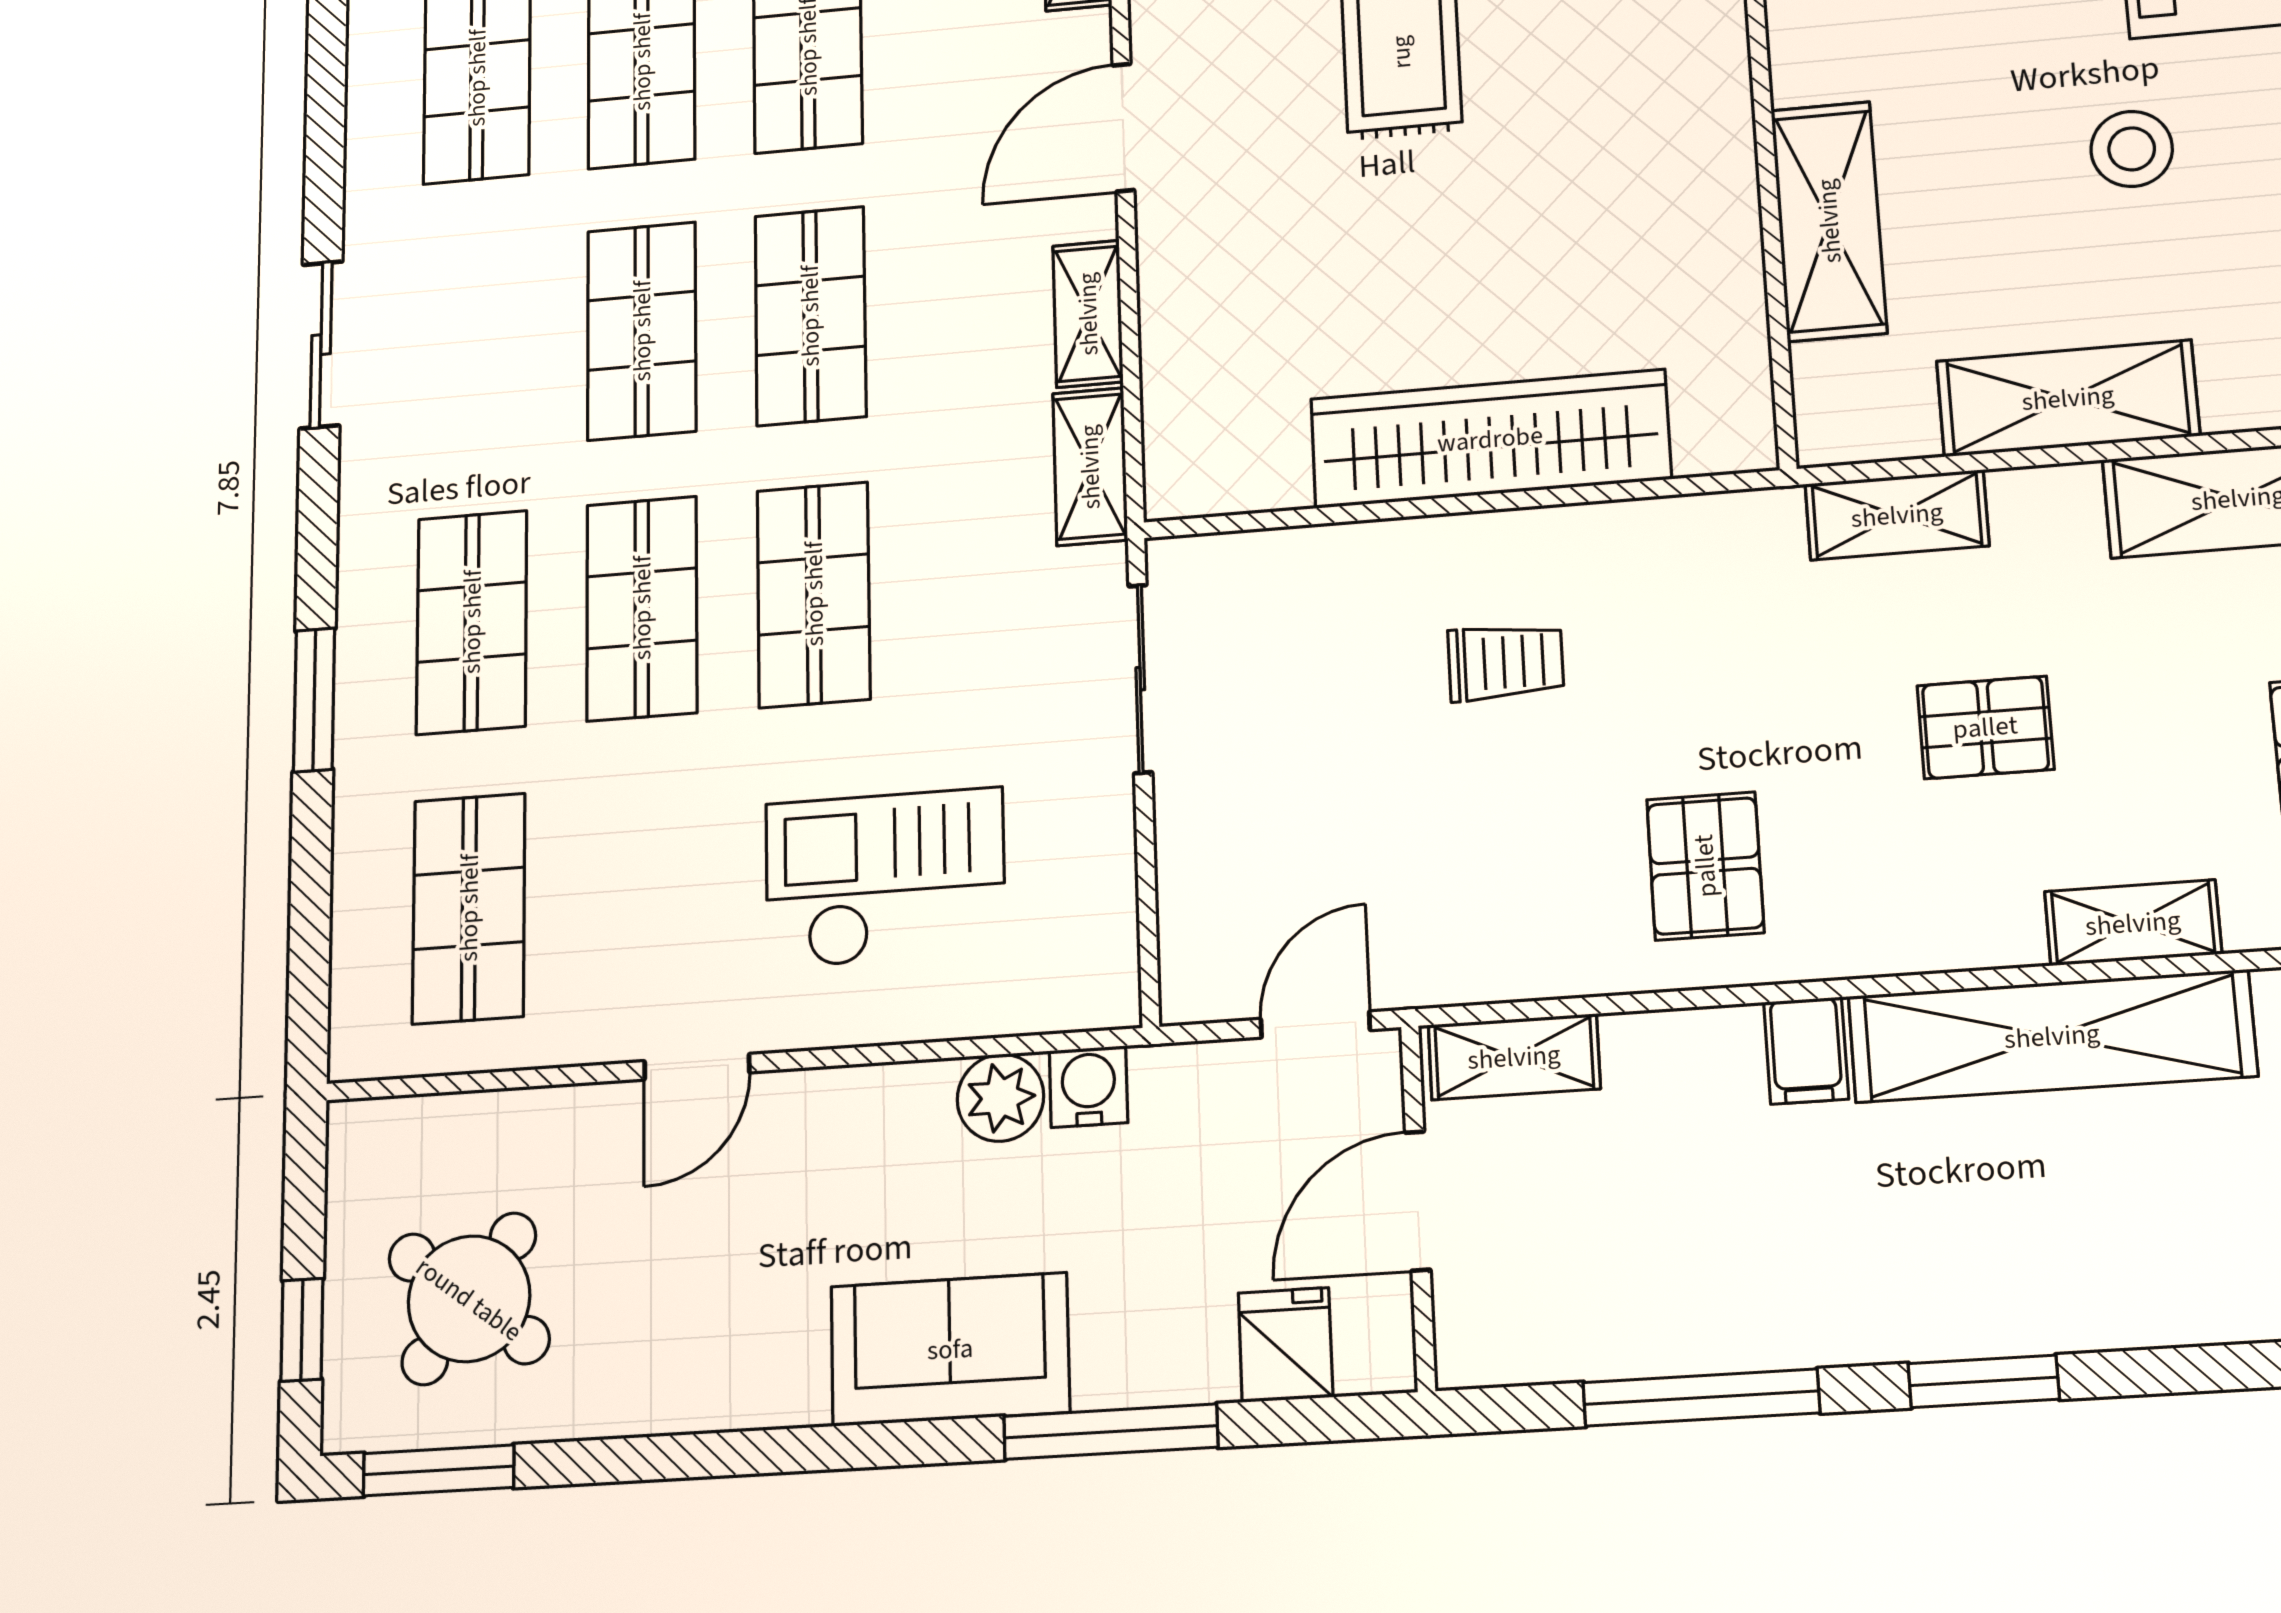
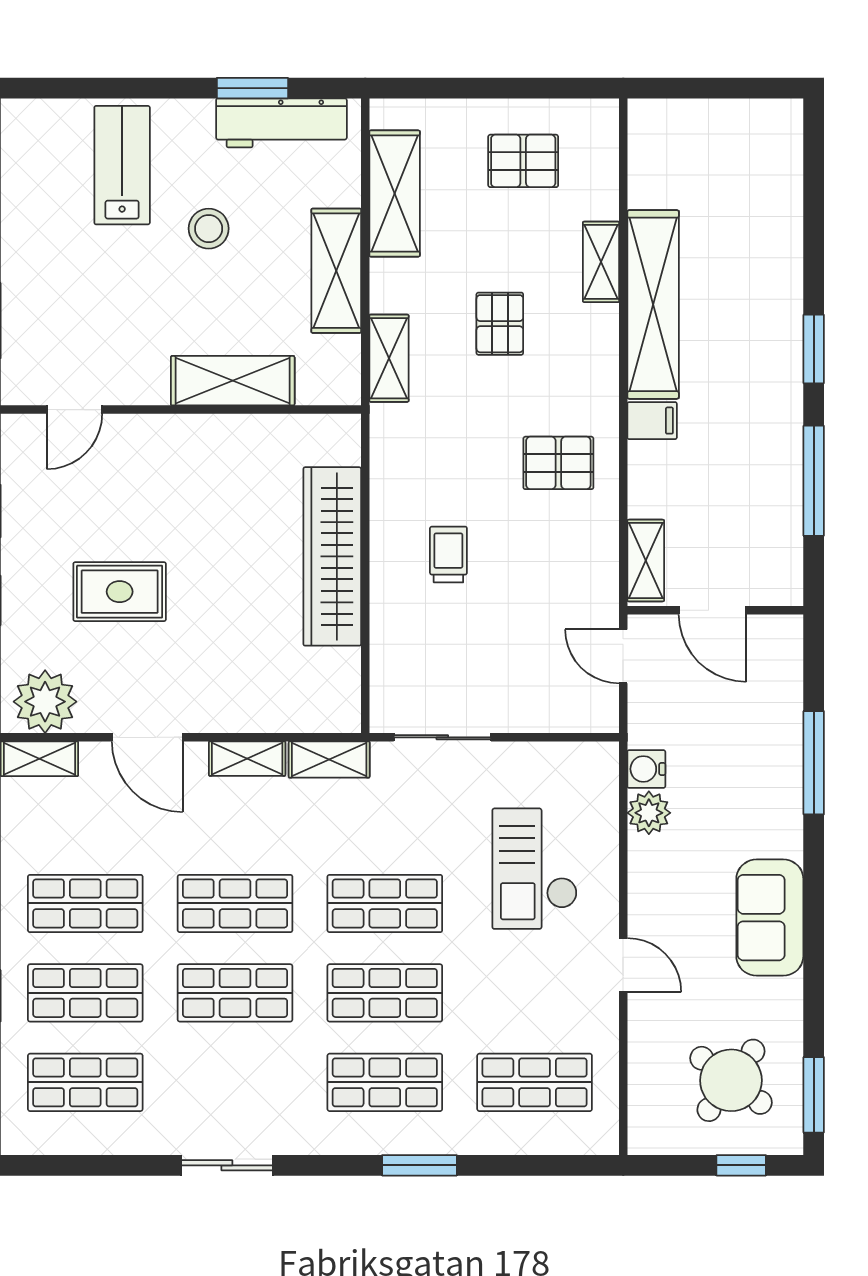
fridge: (1285, 1345) -> (777, 677), removed
sofa: (950, 1349) -> (770, 918), moved

